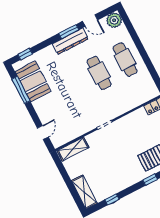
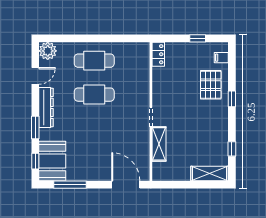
window: (69, 32) -> (35, 128), moved
booth: (33, 81) -> (52, 161), moved, turned 90
door: (43, 132) -> (126, 185), width x1.87
shelving: (73, 149) -> (159, 144), moved

